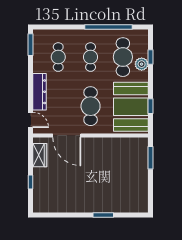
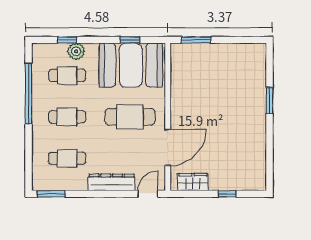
cafe table: (123, 57) -> (67, 75), width x0.73, depth x0.74

